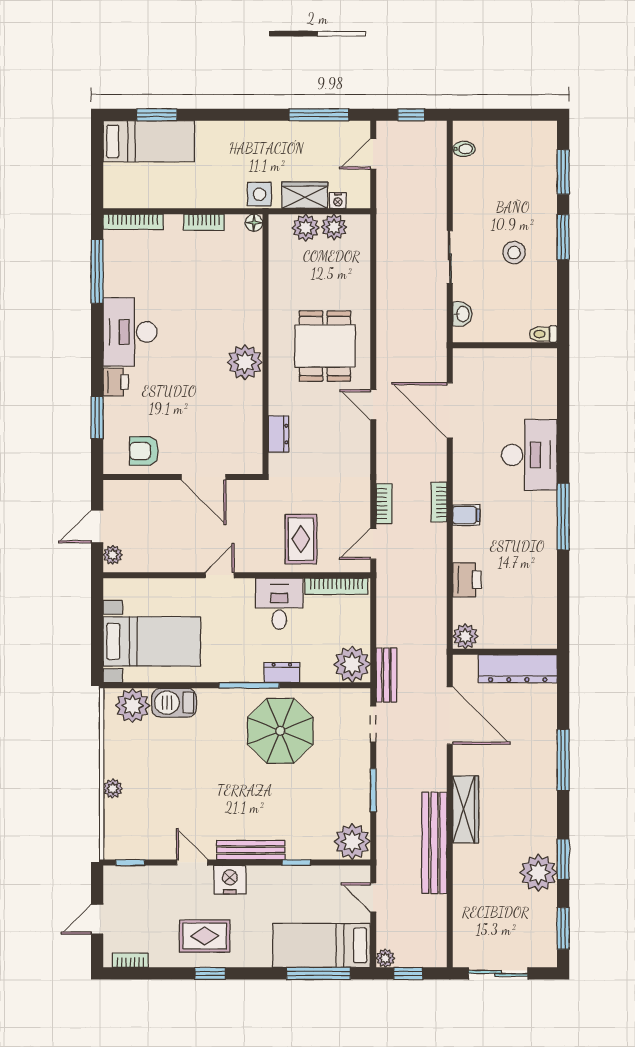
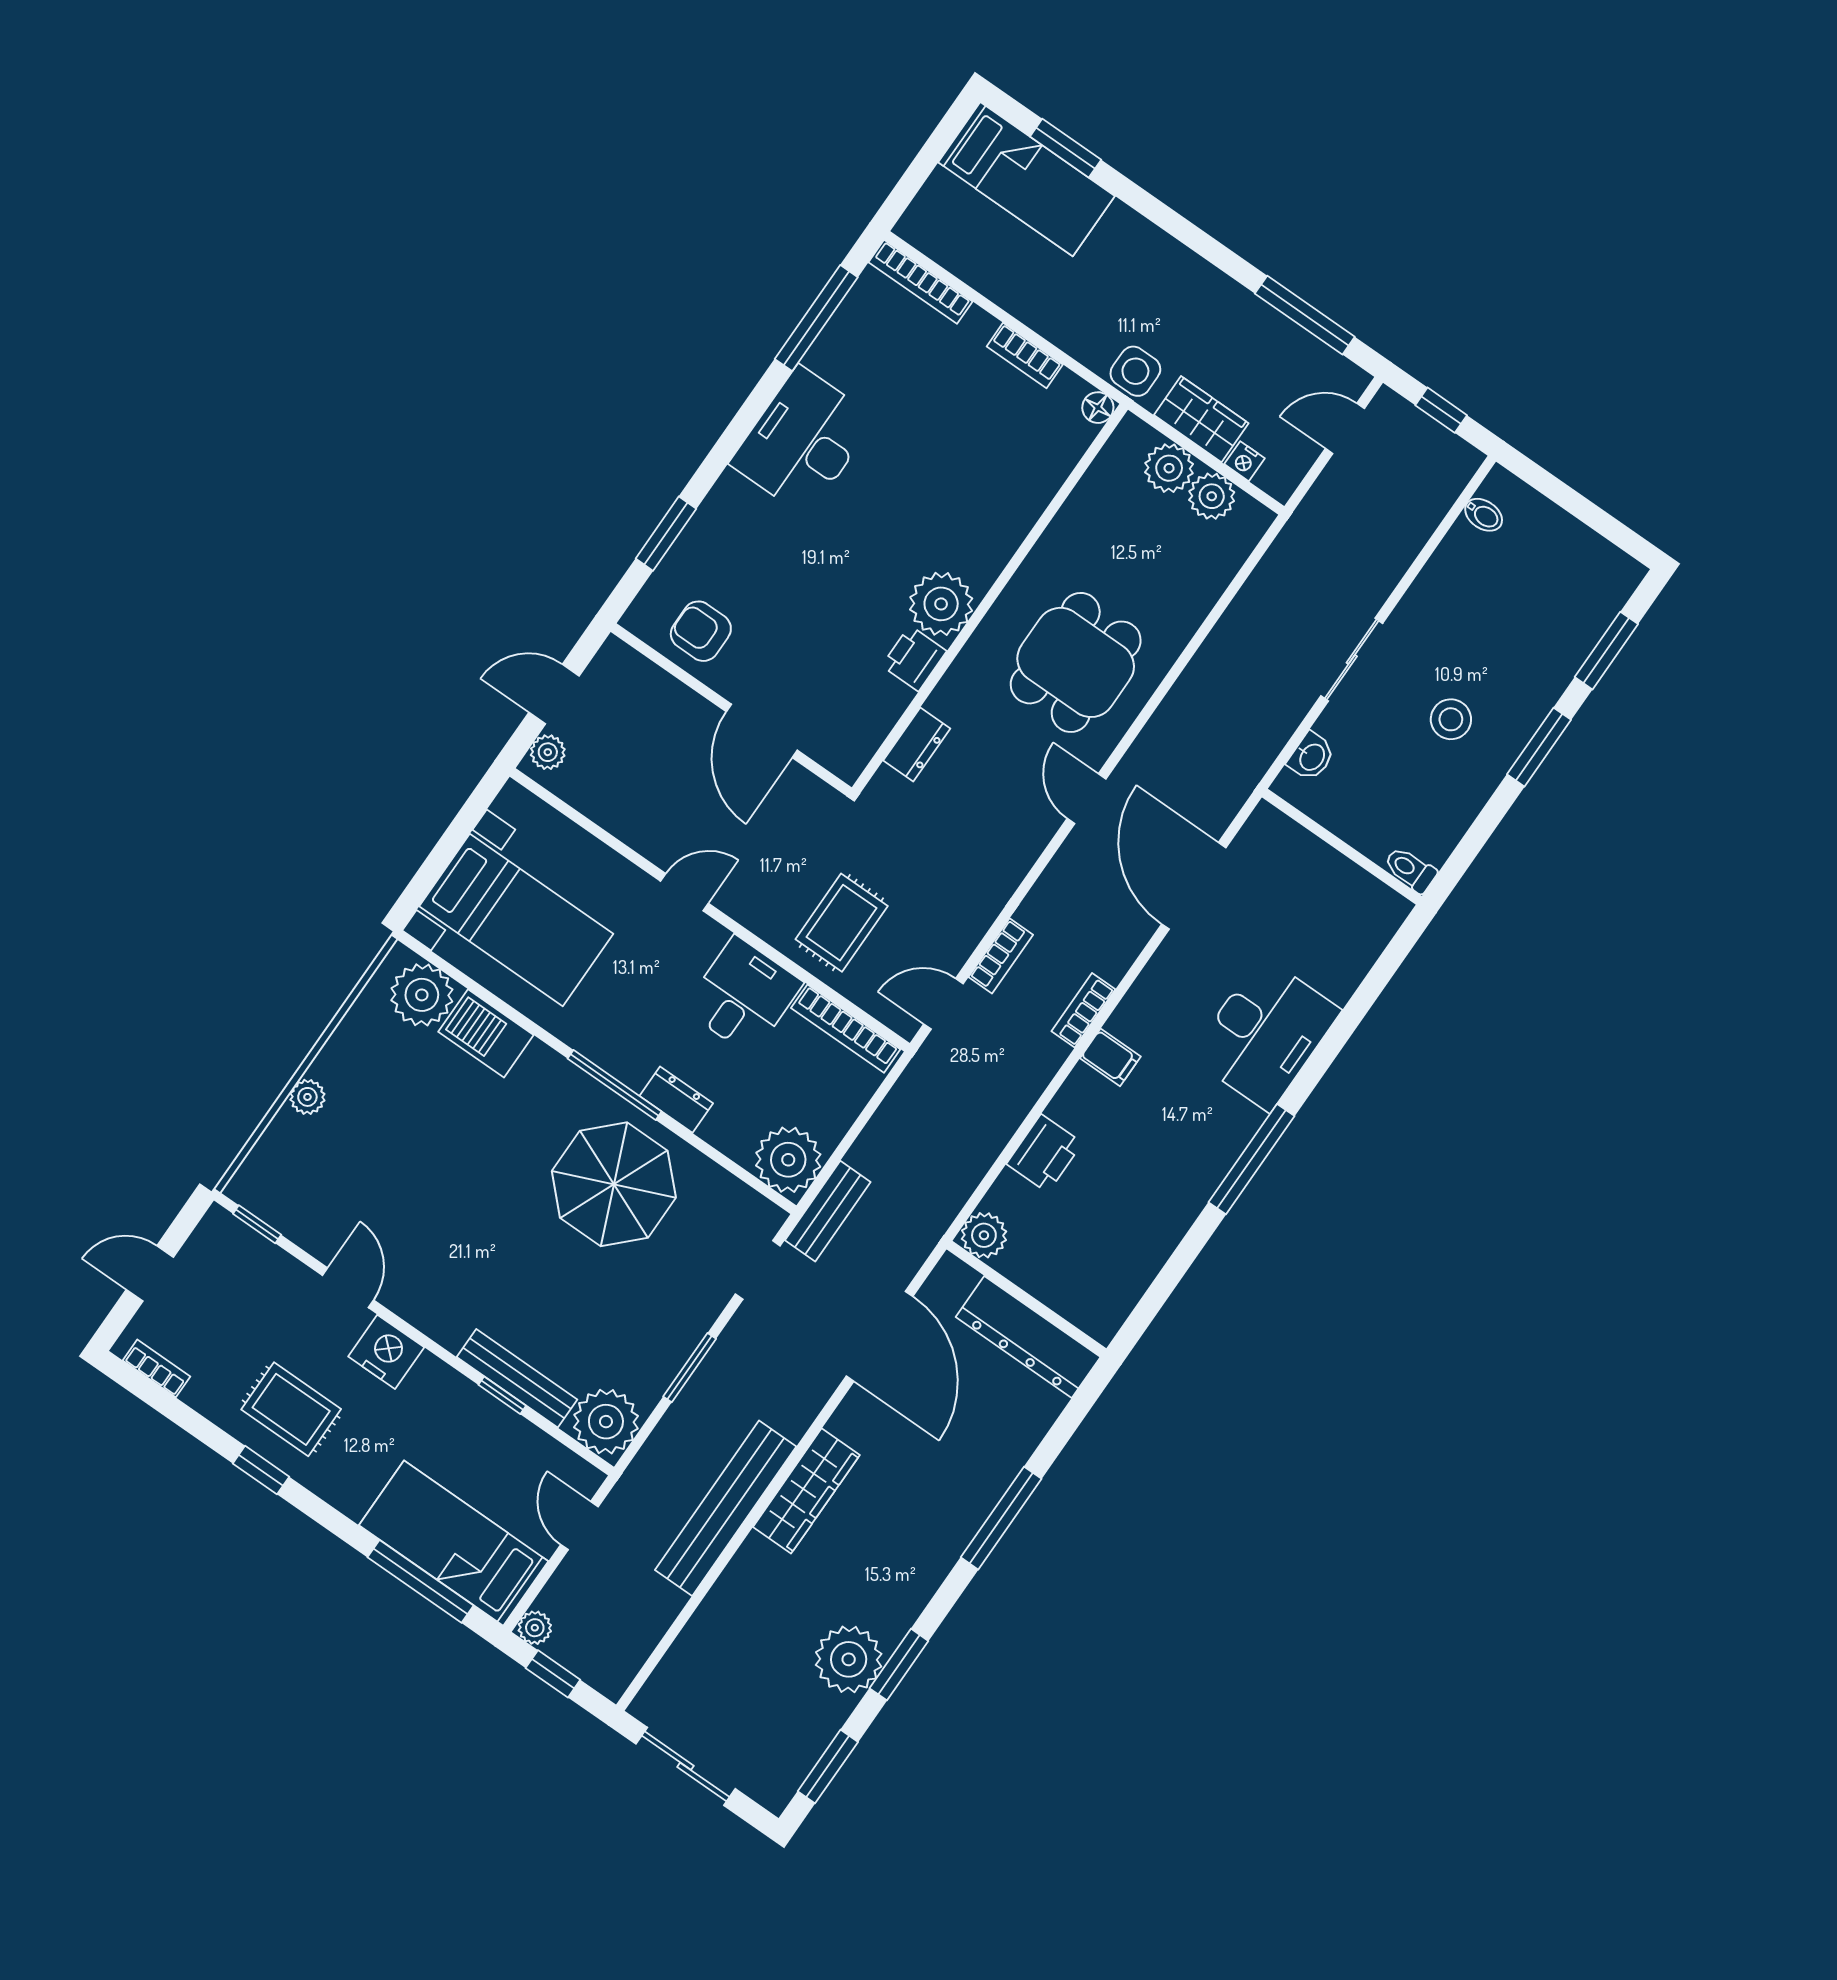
printer: (116, 382) -> (914, 658), moved, turned 180
bench: (251, 850) -> (517, 1378), moved

